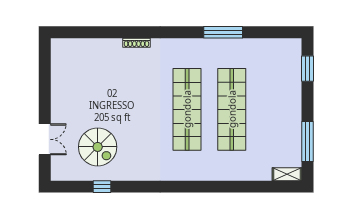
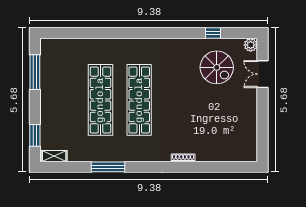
spiral stairs: (98, 147) -> (217, 67), turned 180
plant: (59, 173) -> (251, 45), added
shelving: (287, 174) -> (54, 156), moved

